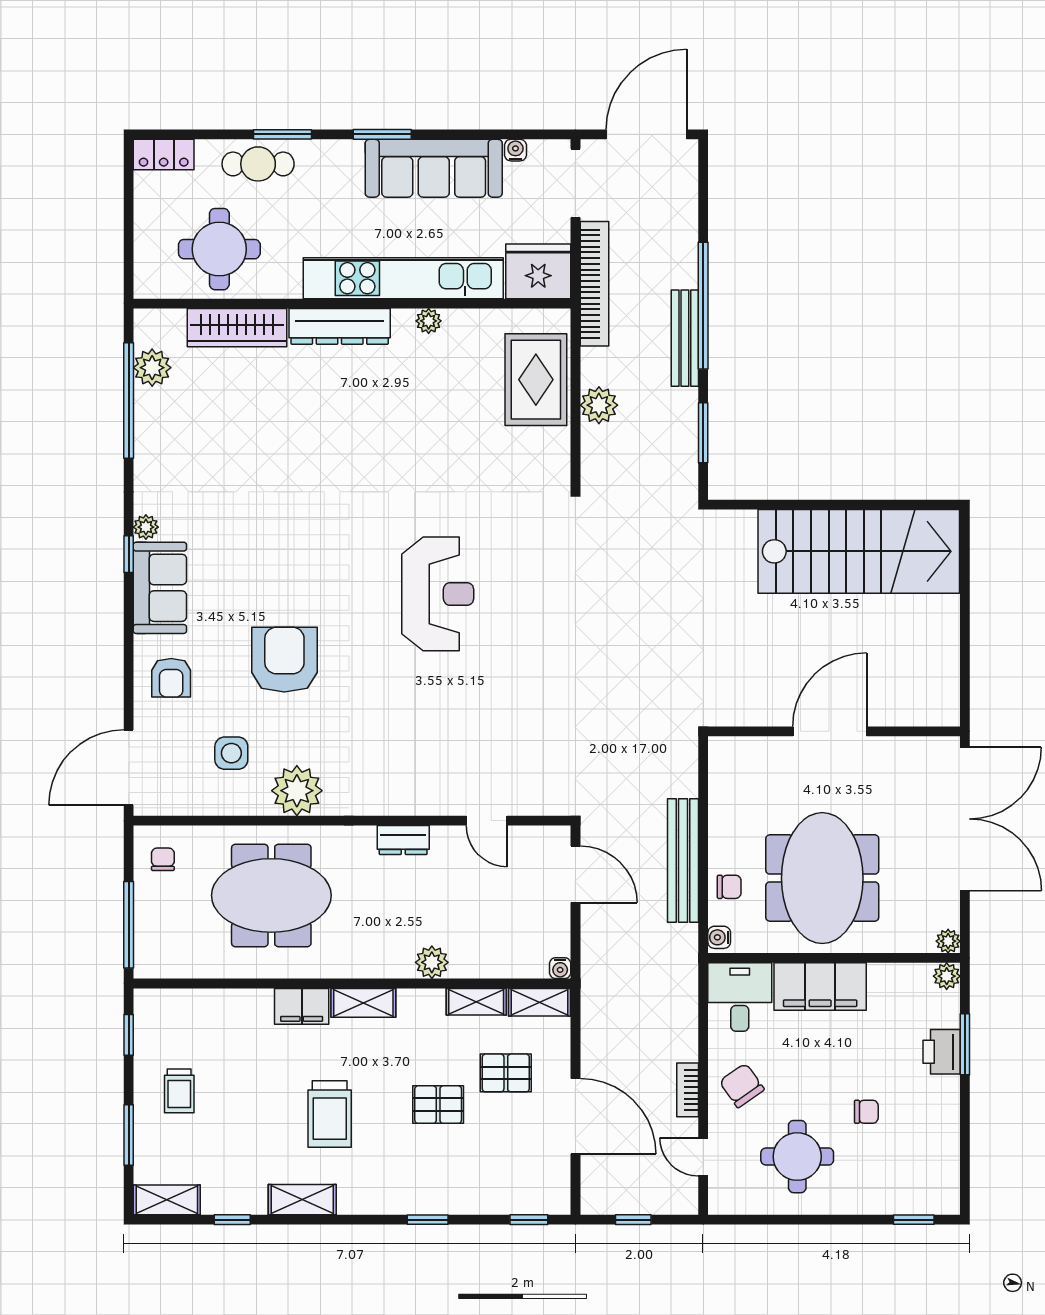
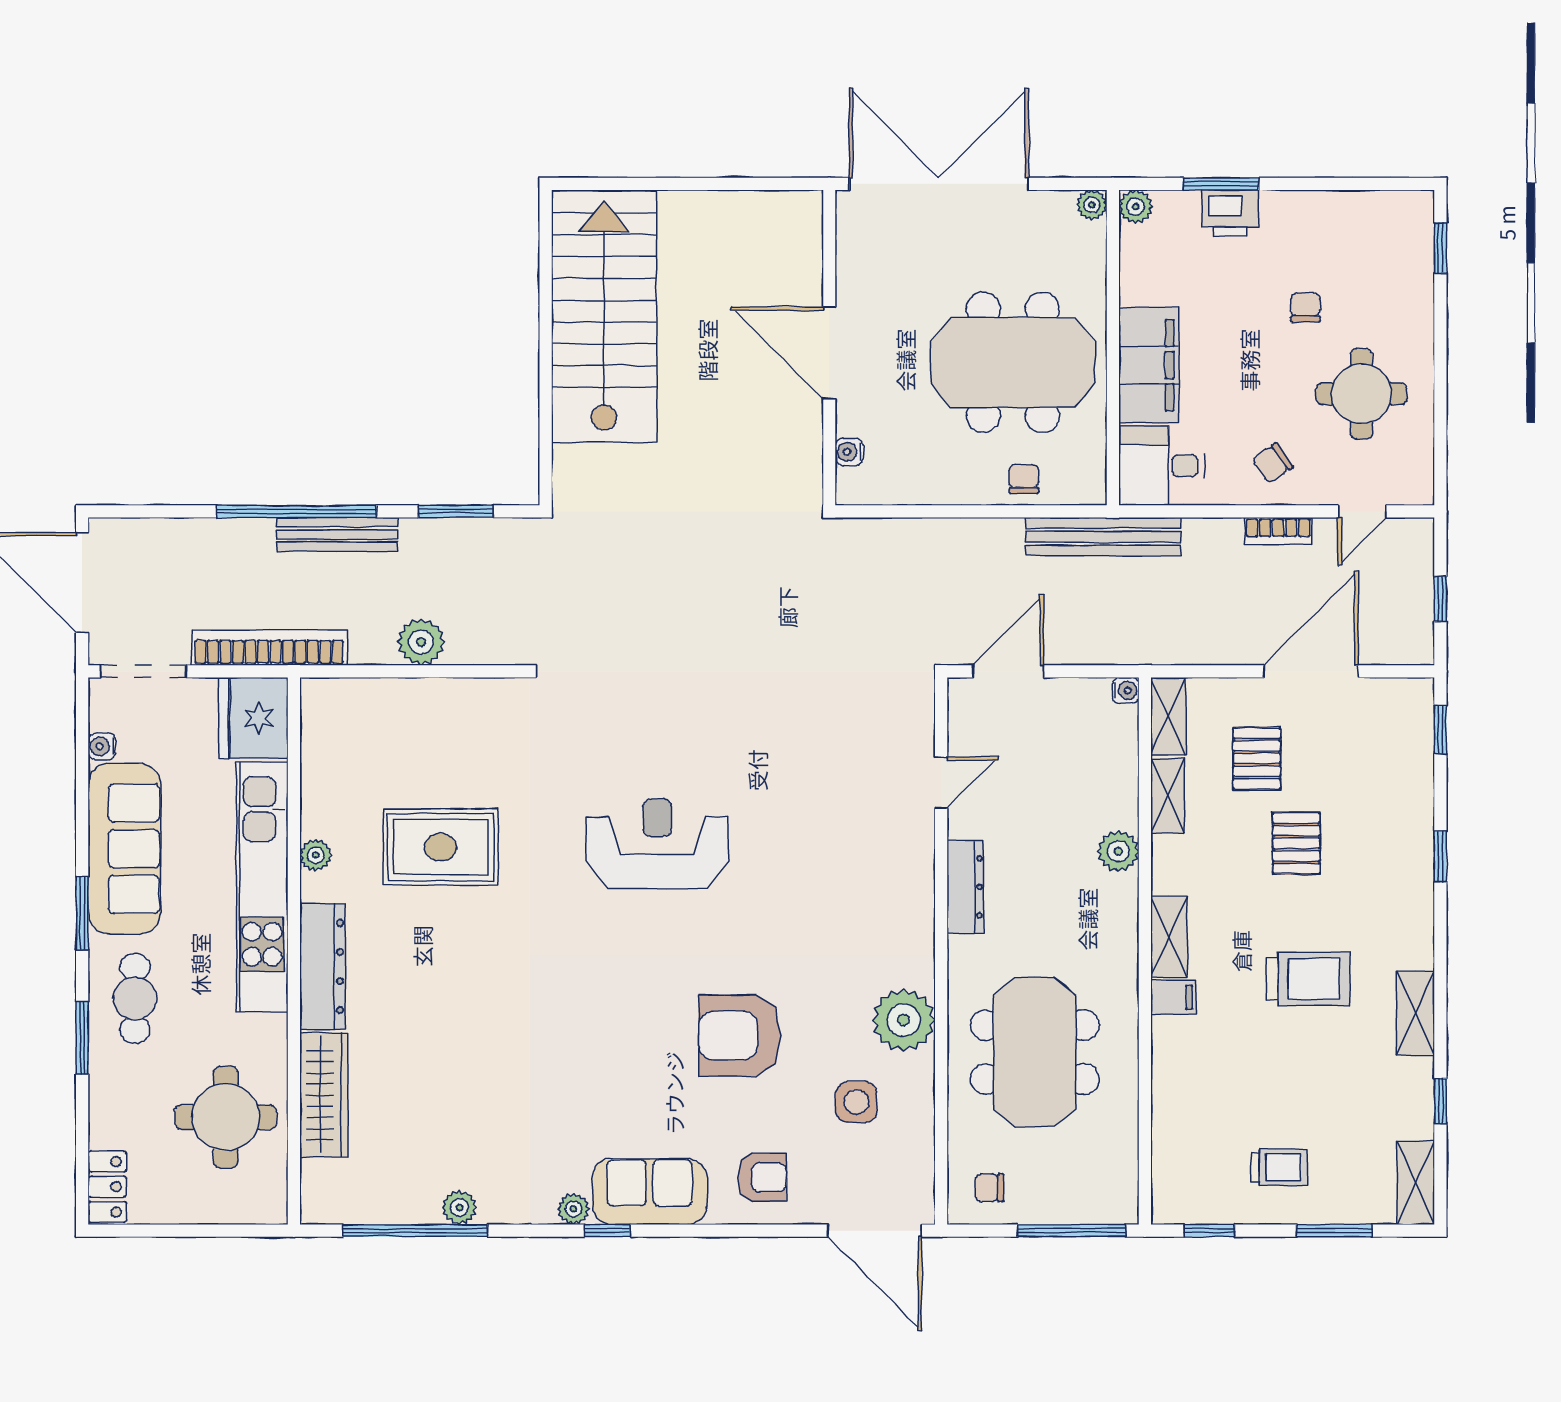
cafe table: (258, 164) -> (135, 998), moved
plant: (152, 368) -> (459, 1207), moved, width x0.73, depth x0.73
rug: (536, 380) -> (440, 847), moved
dresser: (403, 840) -> (965, 887), width x1.44
bench: (683, 860) -> (1103, 537), moved
water cooler: (719, 937) -> (849, 452), moved, turned 90
filing cabinet: (302, 1006) -> (1173, 997), width x0.50
chair: (742, 1085) -> (1272, 463), width x0.73, depth x0.73

